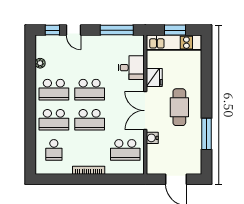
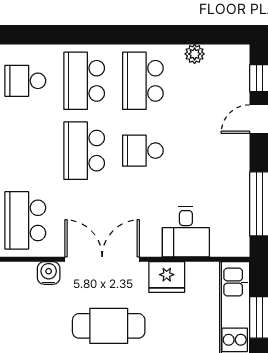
school desk: (90, 90) -> (143, 151), width x0.54

